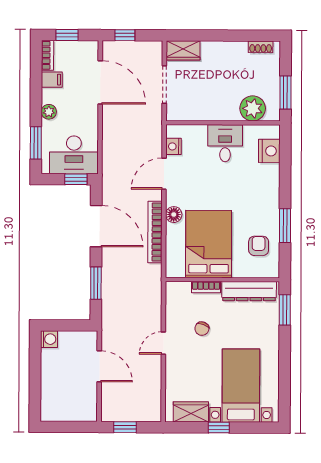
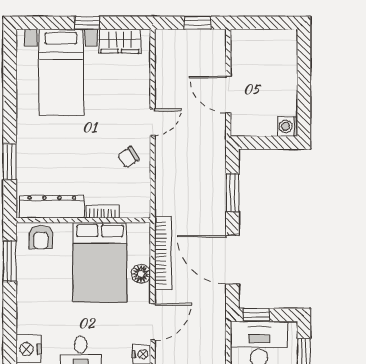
bed: (209, 244) -> (100, 262), moved
wall: (222, 280) -> (83, 220), moved
bookcase: (206, 287) -> (103, 211), moved
dresser: (249, 291) -> (52, 207), moved
chair: (202, 329) -> (128, 157), moved, turned -144

